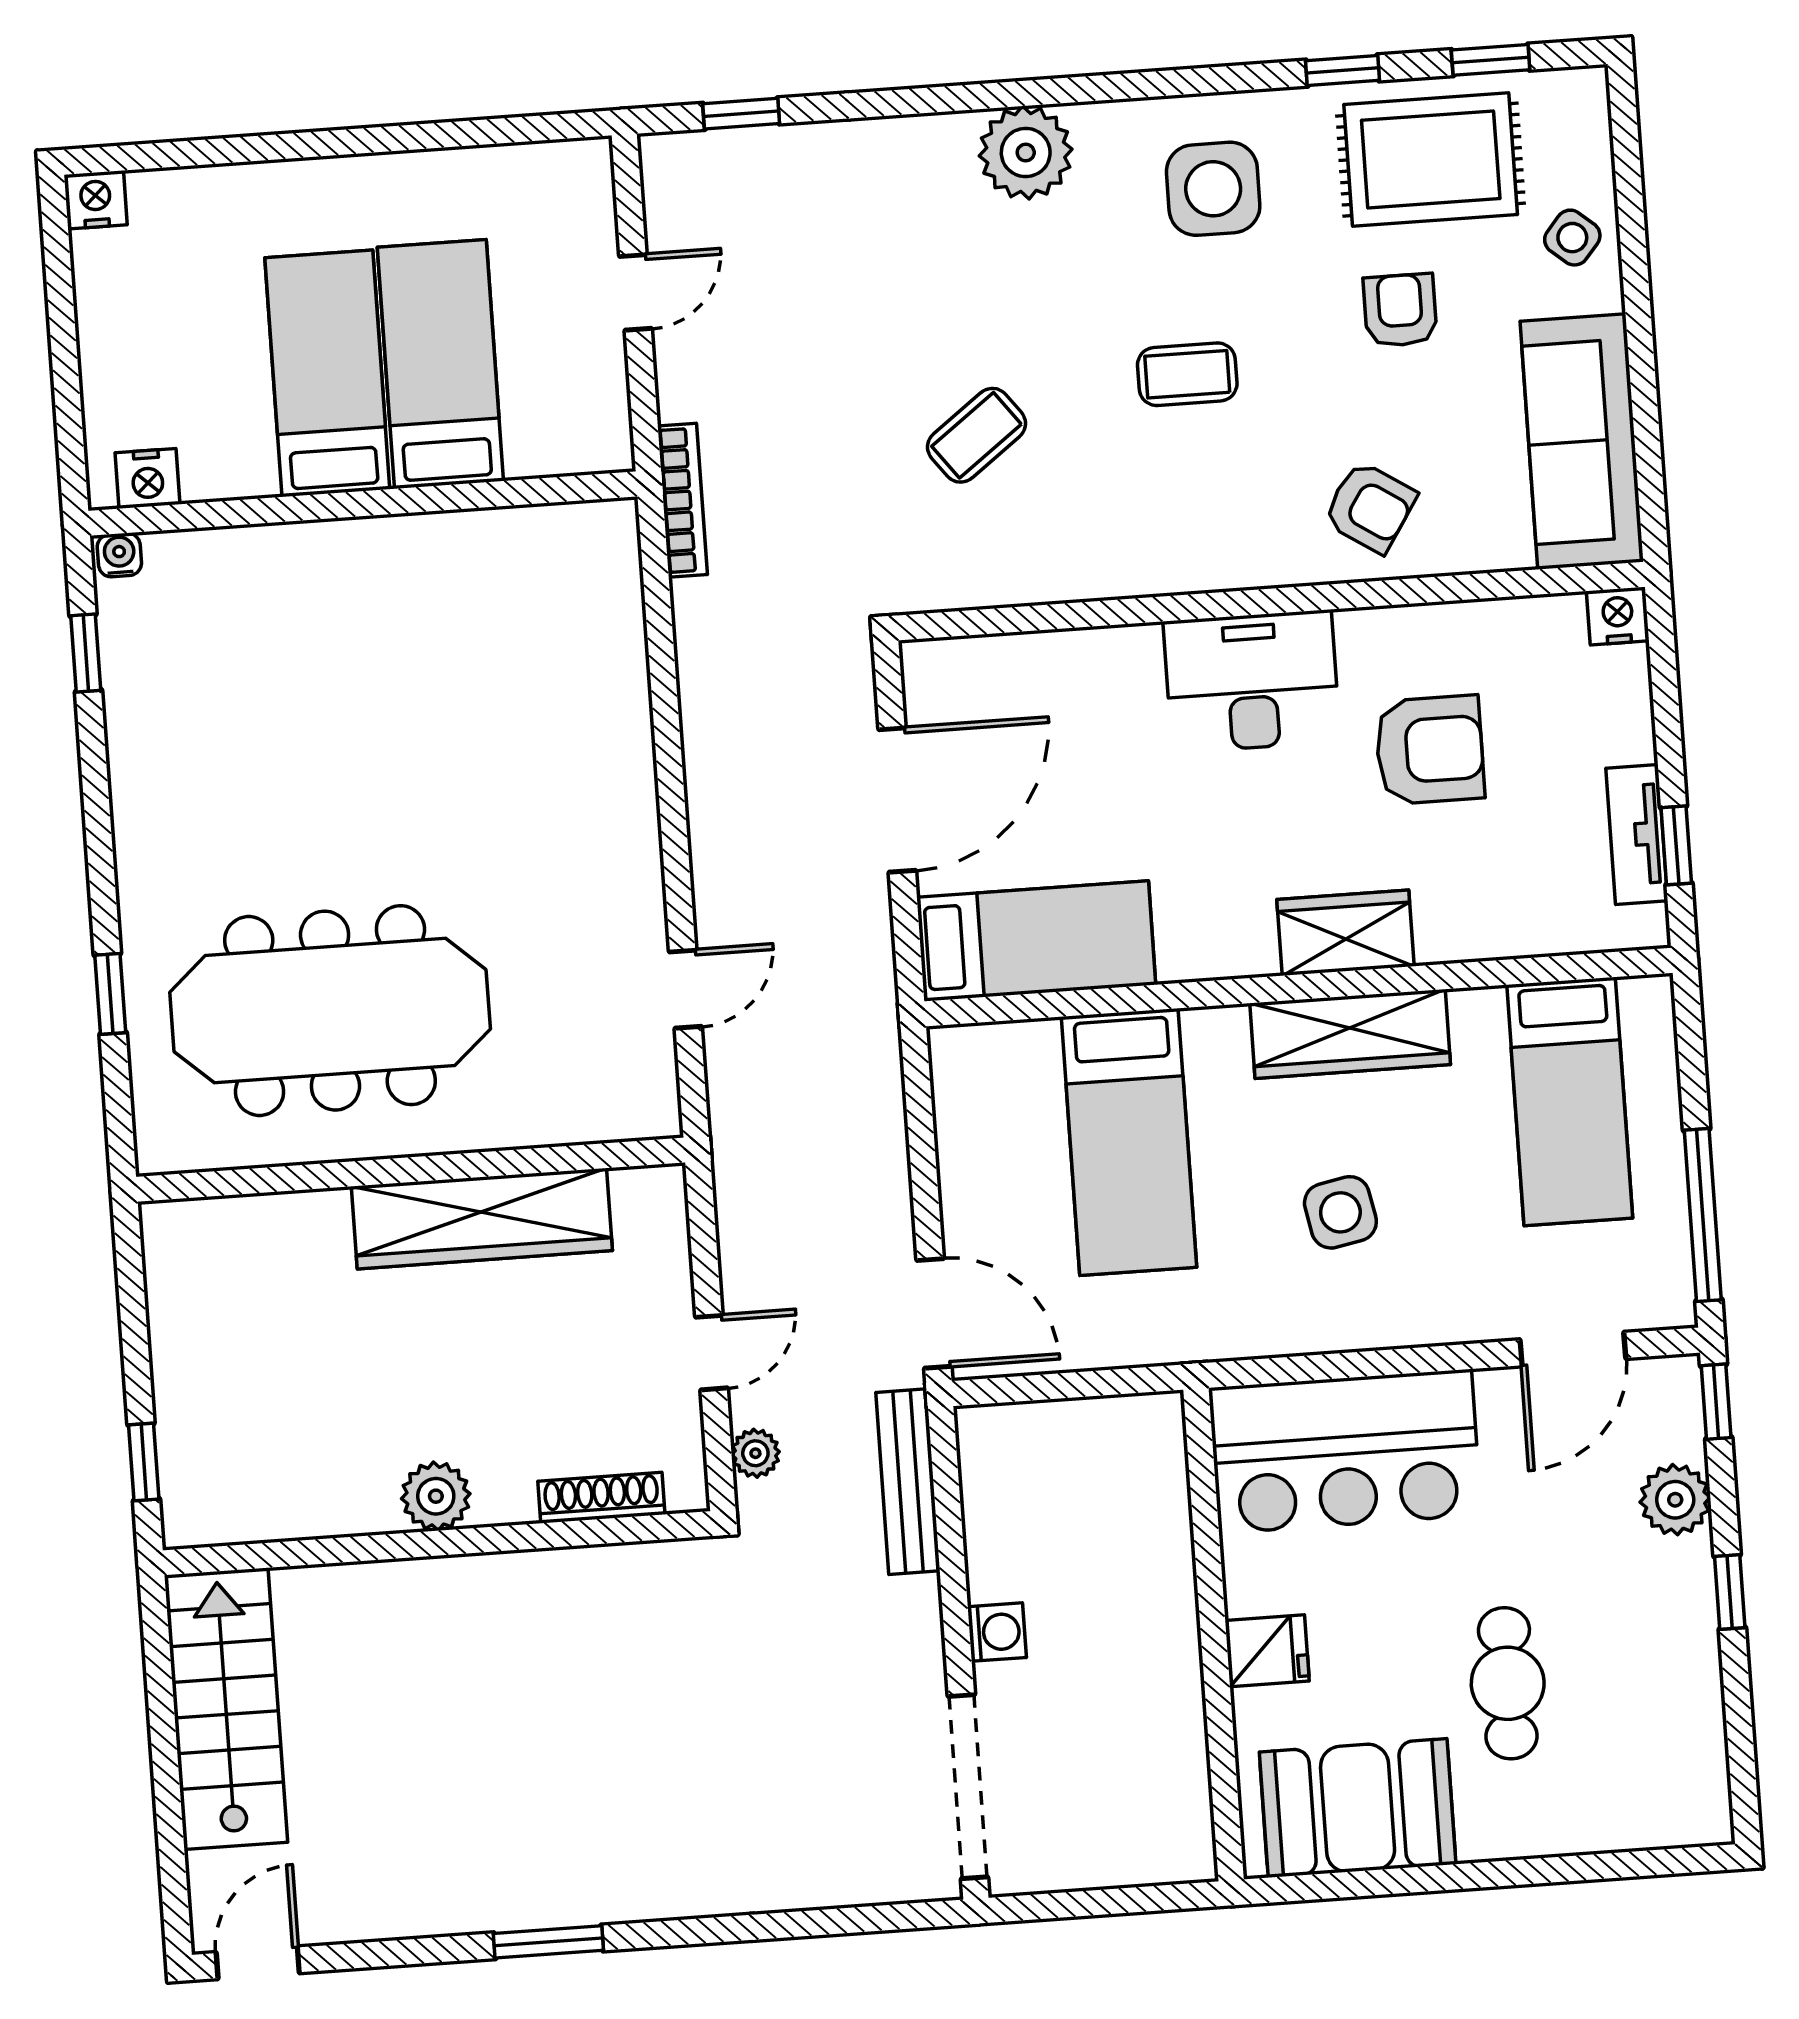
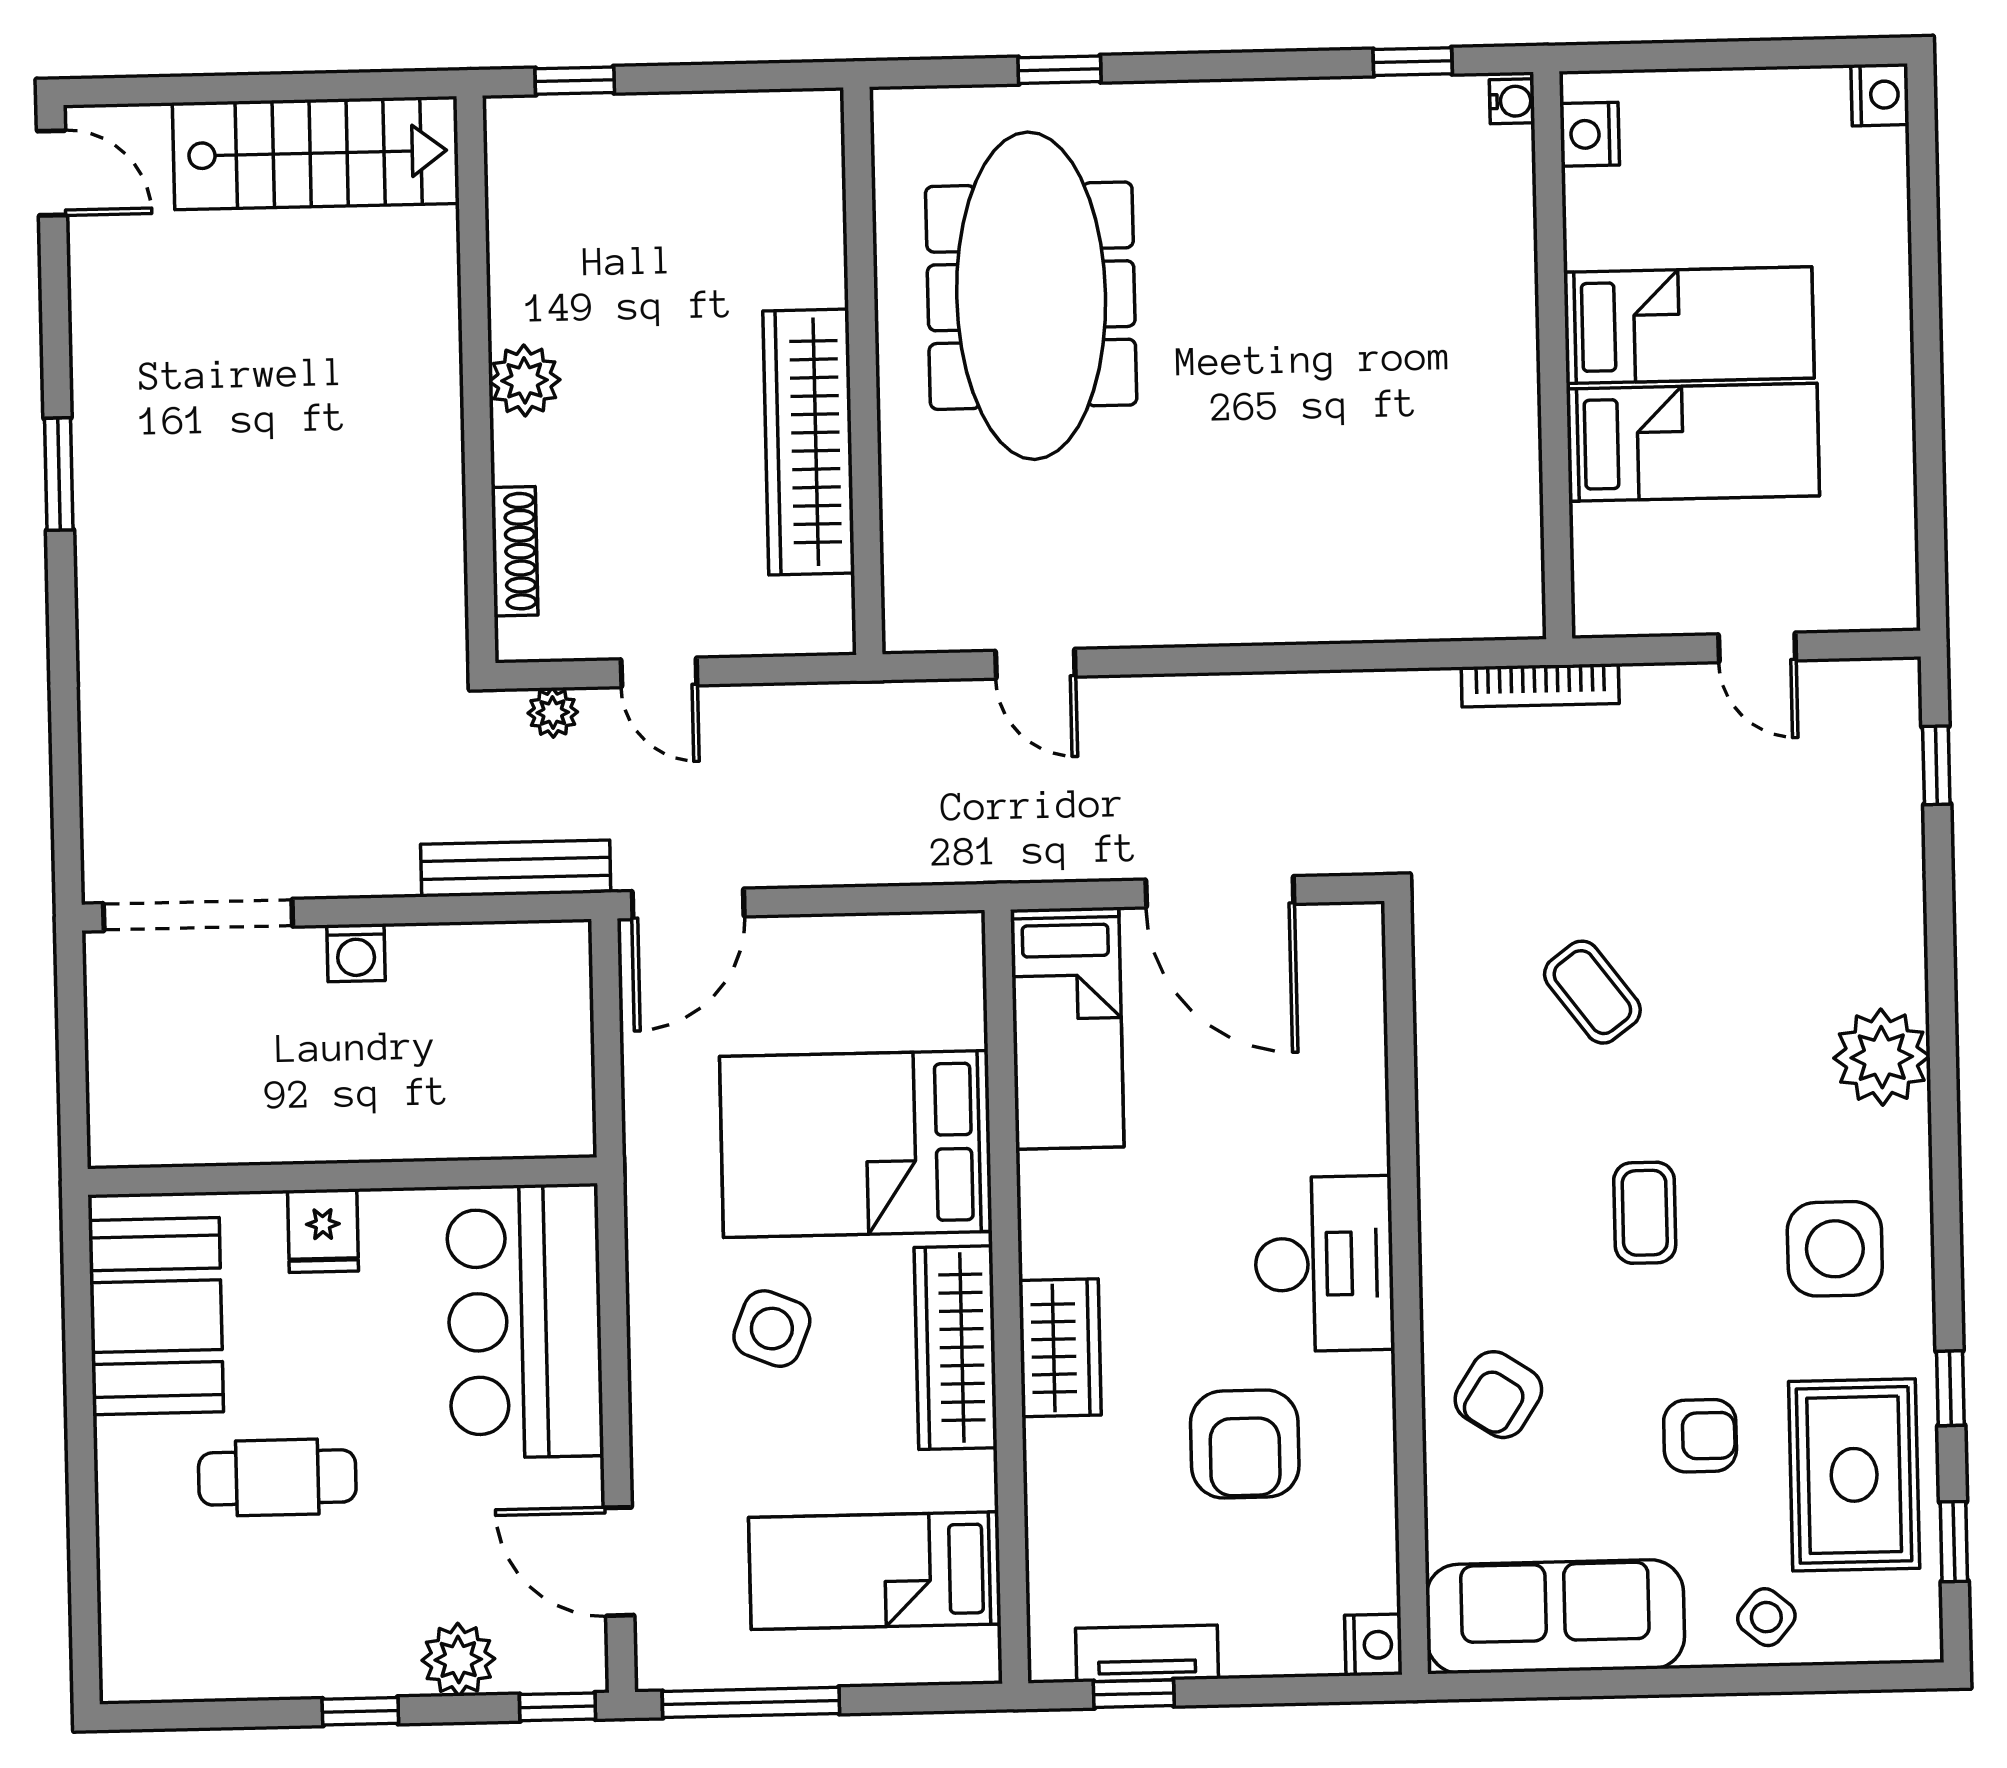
bed: (1129, 1142) -> (856, 1144), width x1.50
side table: (1340, 1212) -> (772, 1329), turned 33

